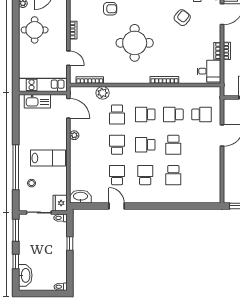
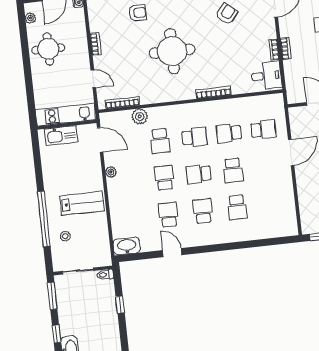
school desk: (145, 114) -> (195, 137), turned 180
fridge: (60, 203) -> (103, 257), removed

